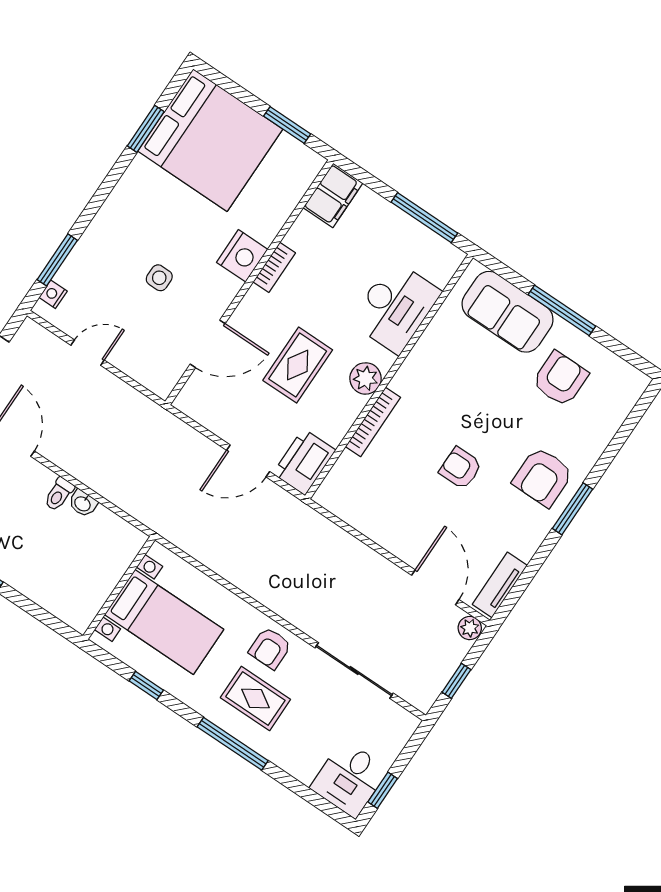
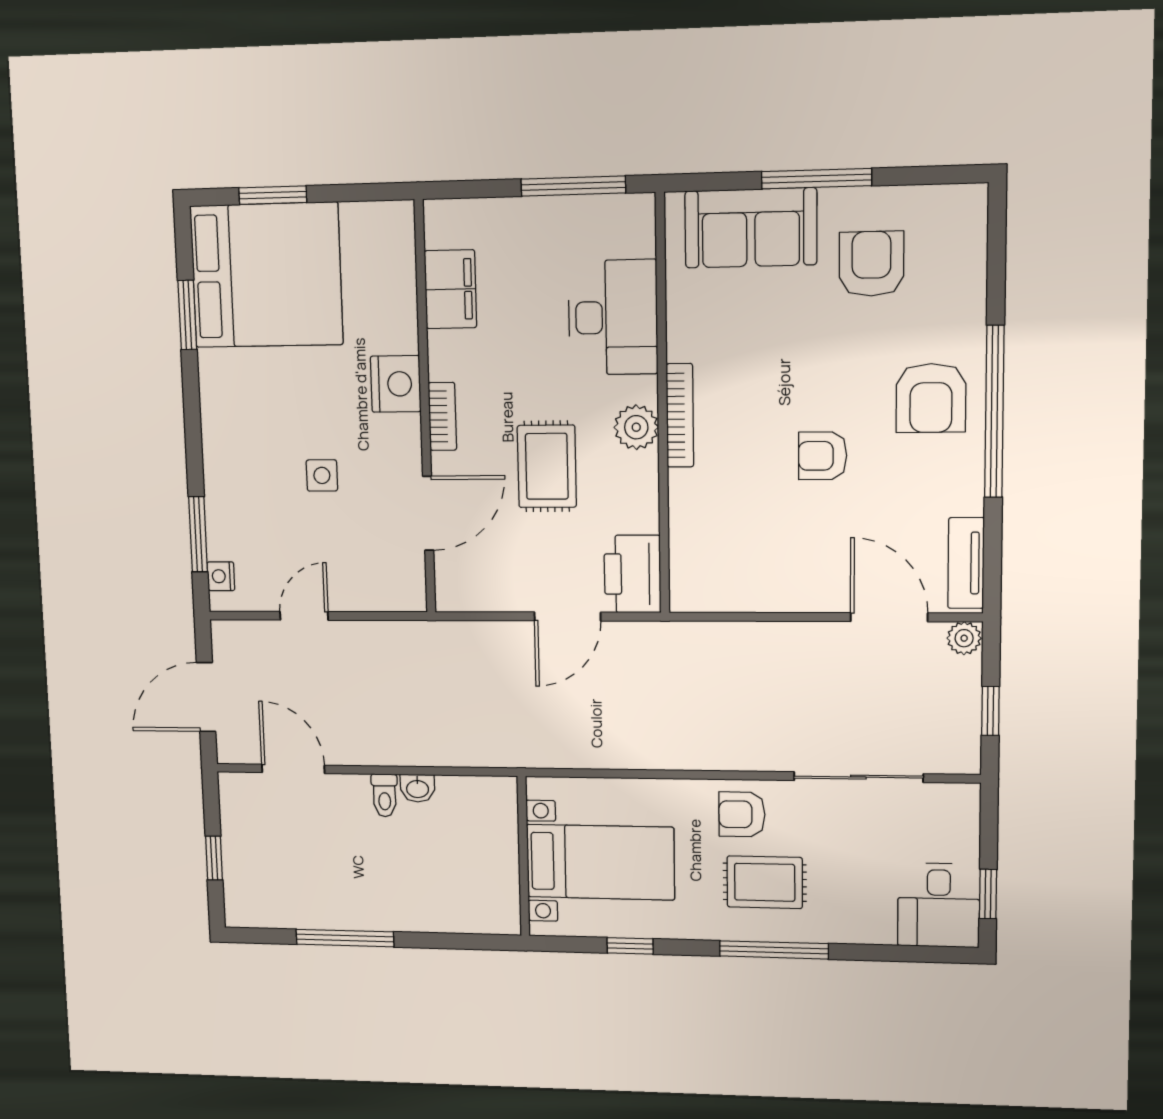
window: (287, 125) -> (273, 195), moved
filing cabinet: (333, 195) -> (450, 289), moved
bookcase: (274, 267) -> (442, 416), moved
bookcase: (373, 422) -> (680, 415), moved
window: (572, 509) -> (994, 412), width x2.11
armchair: (270, 648) -> (742, 814), turned 90

